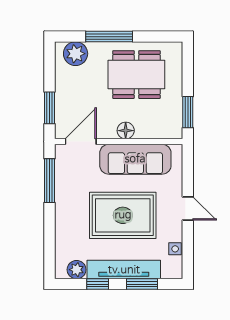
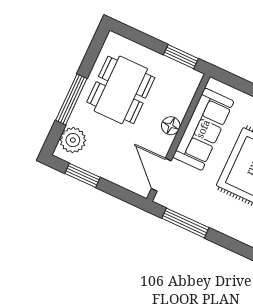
window: (50, 108) -> (82, 175), moved

